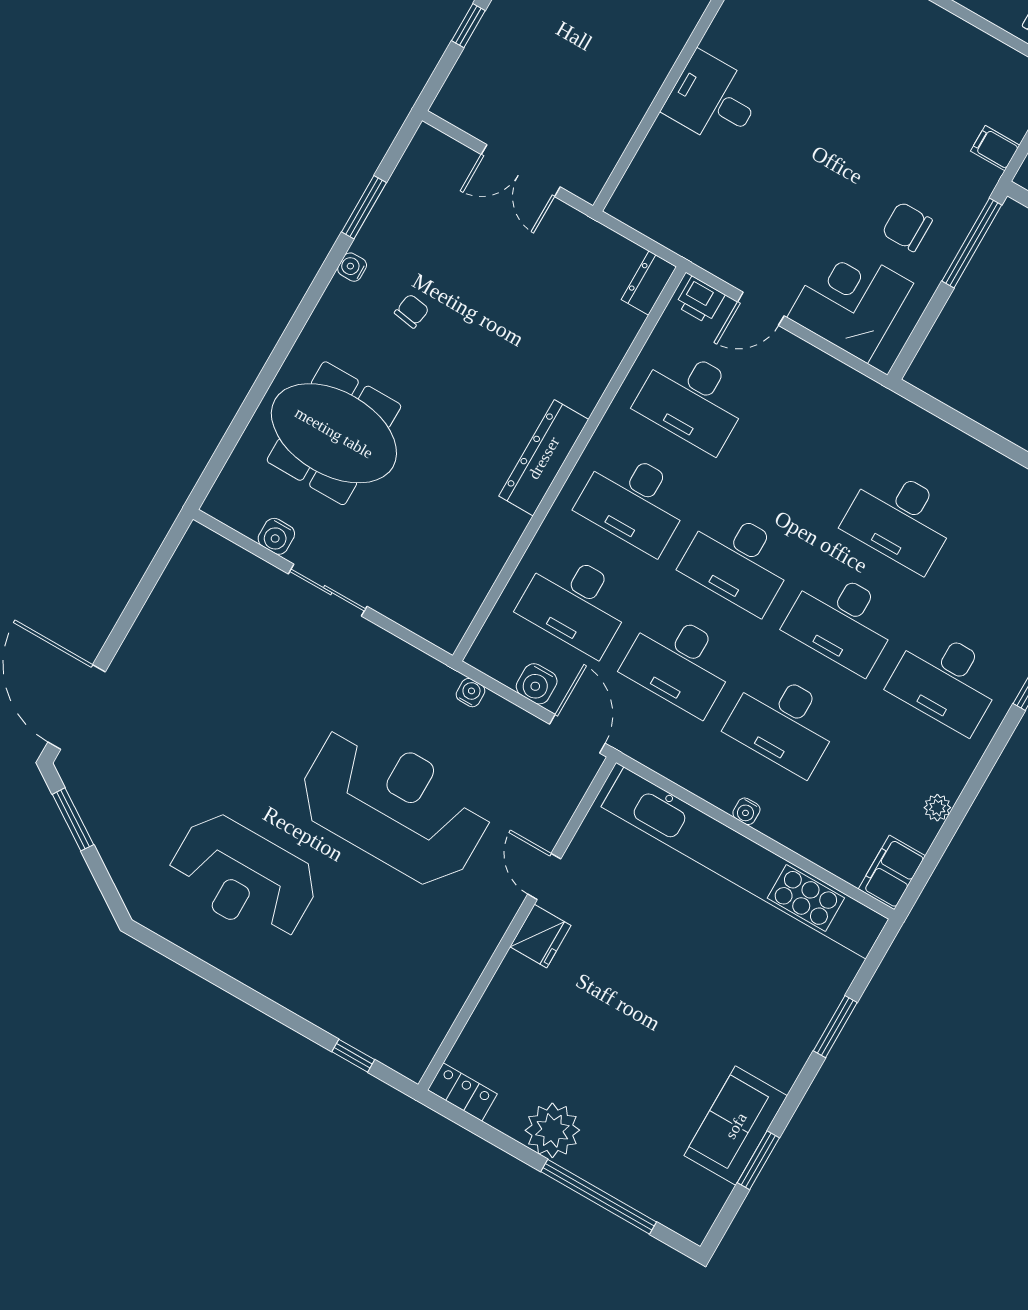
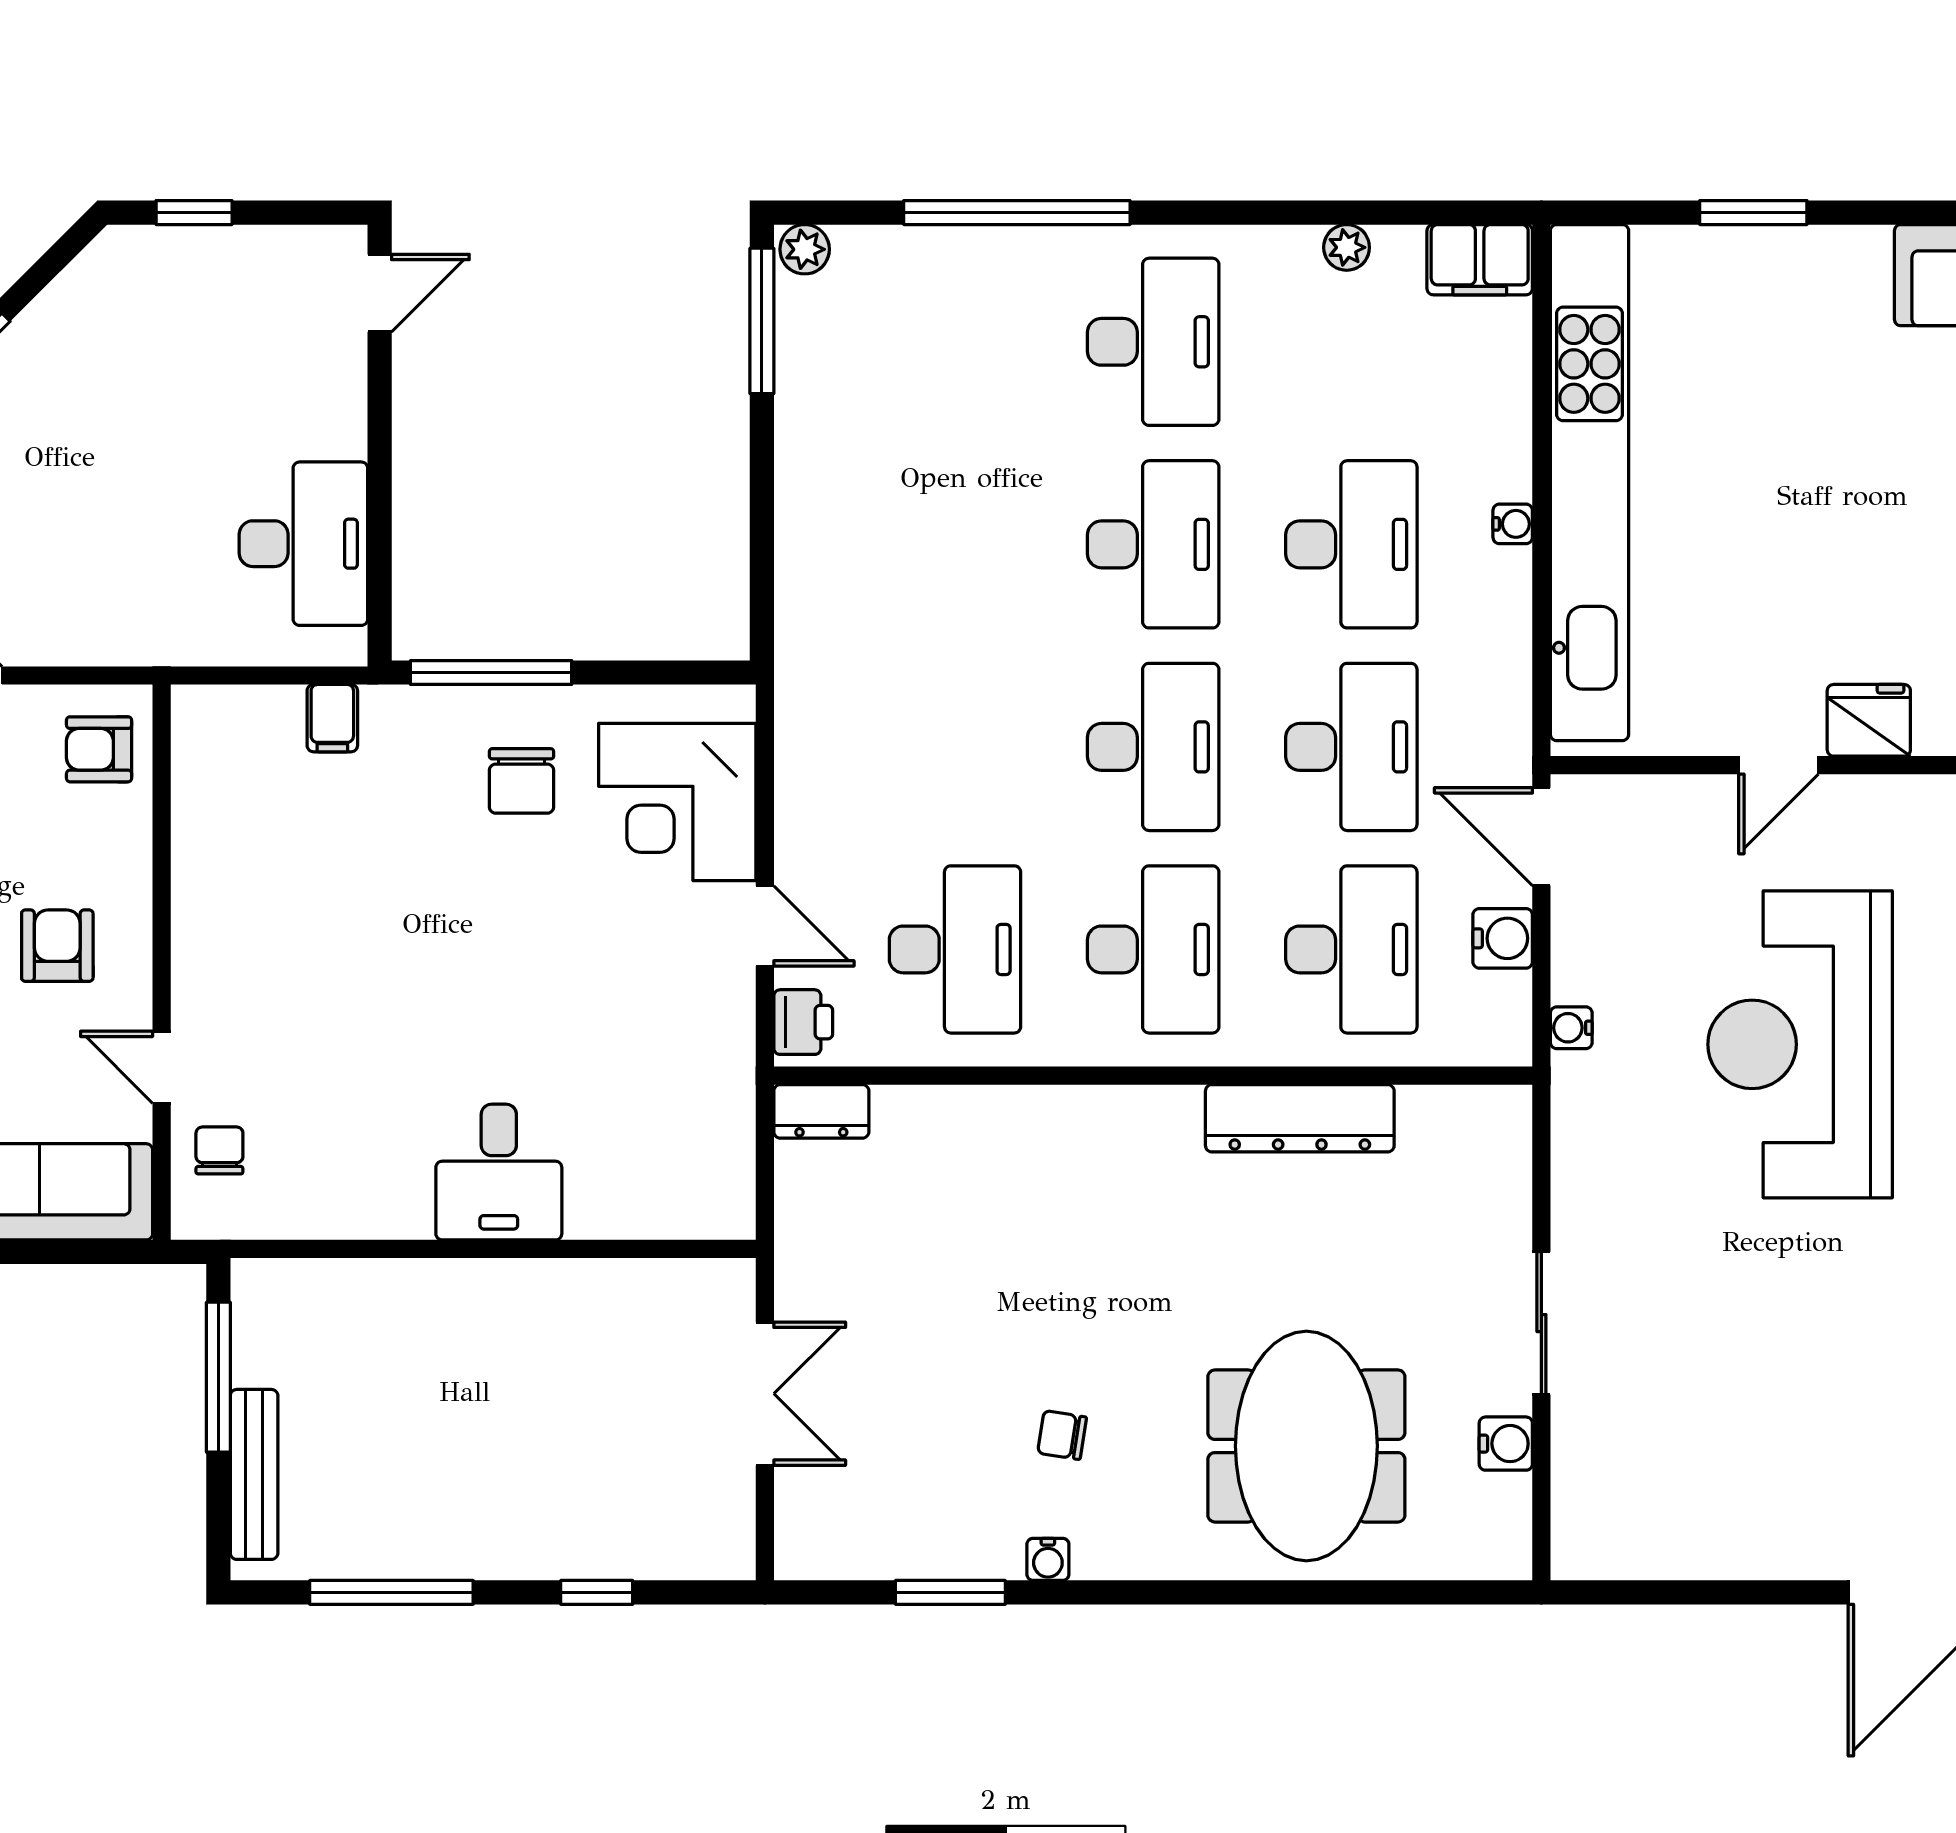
dresser: (544, 458) -> (1300, 1118), moved
desk: (901, 519) -> (955, 544), removed
door: (577, 734) -> (1541, 837), hinge flipped

